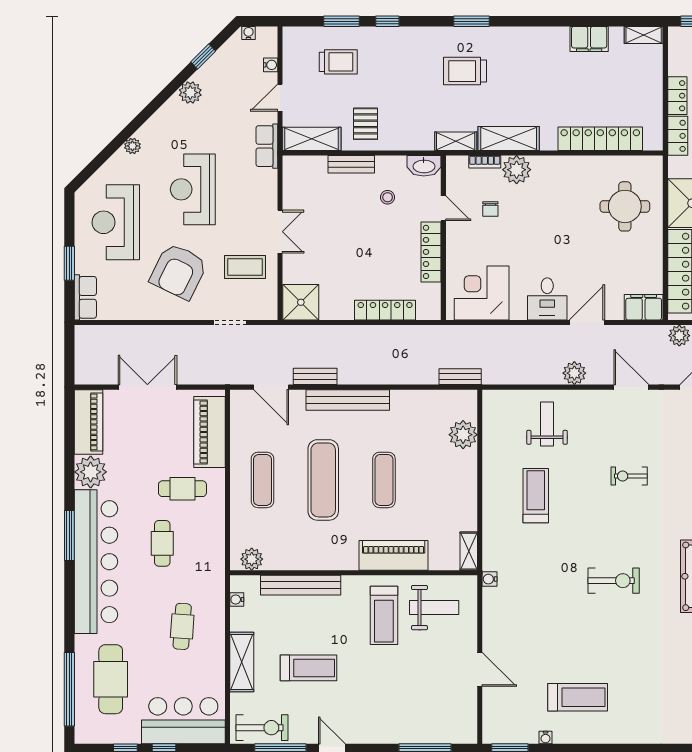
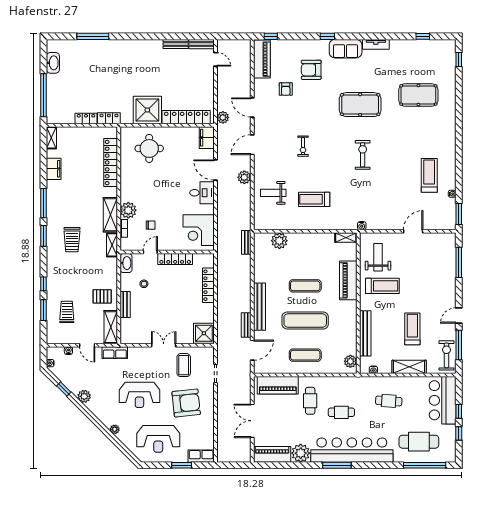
window: (529, 21) -> (44, 203), added
armchair: (179, 271) -> (186, 403), turned -32

